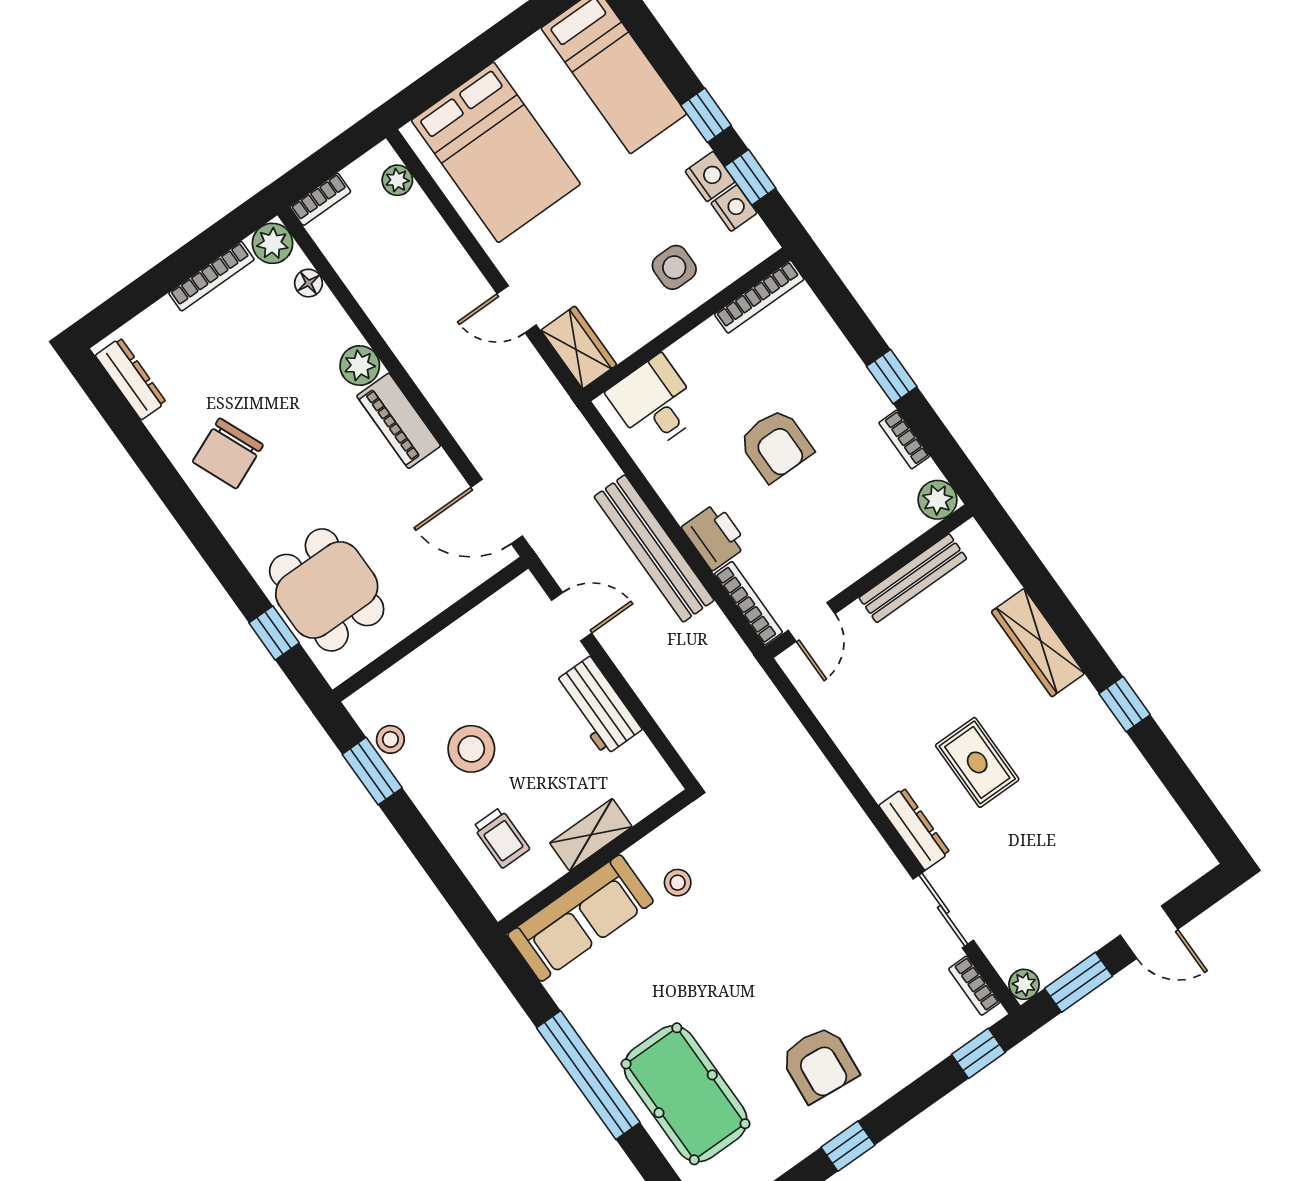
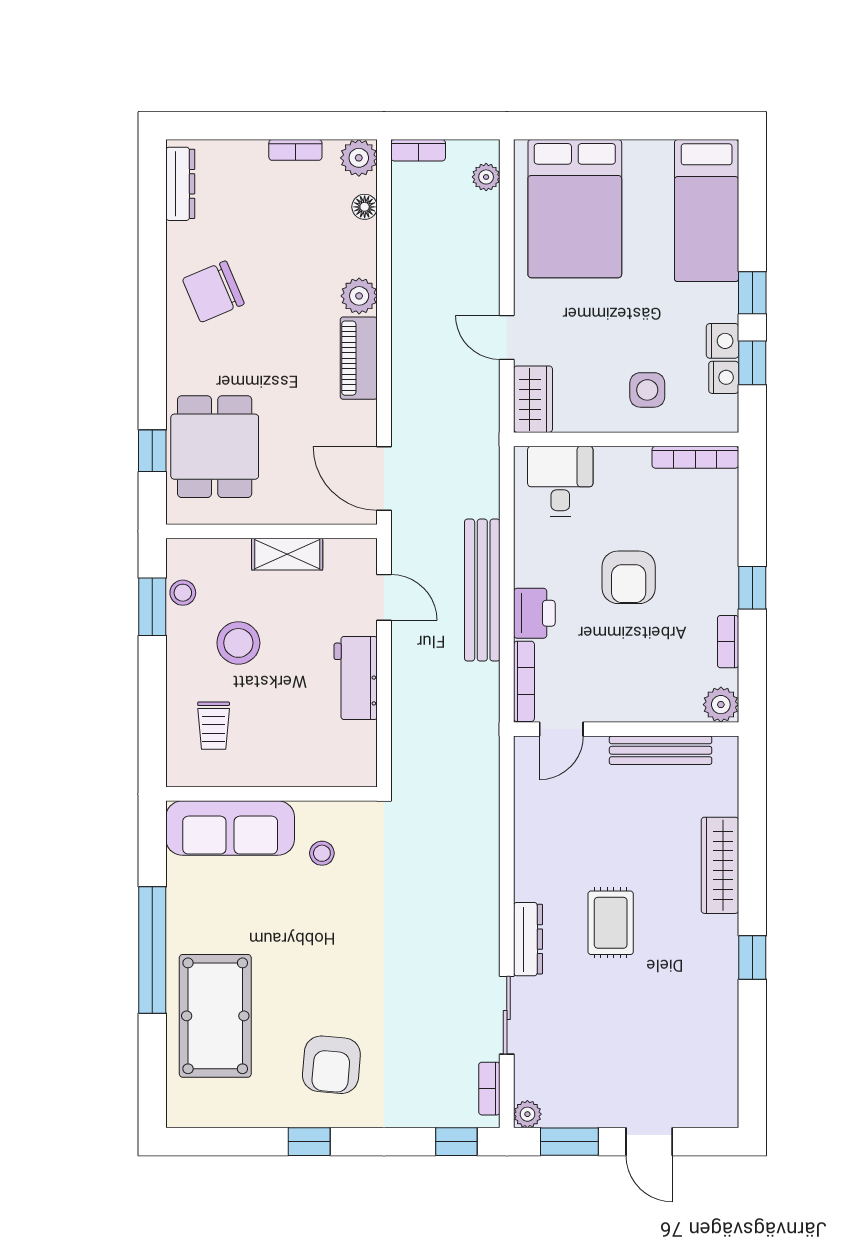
bookcase: (211, 276) -> (295, 150), width x0.64
shelving: (591, 835) -> (287, 554), moved

